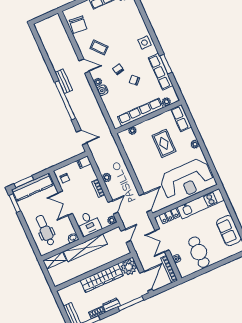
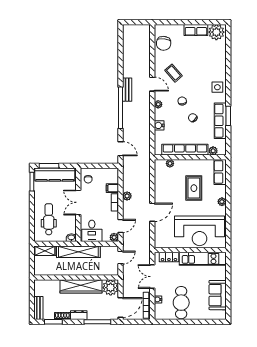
water cooler: (102, 90) -> (159, 125), moved
filing cabinet: (84, 162) -> (112, 188), moved
door: (145, 203) -> (152, 212), moved

